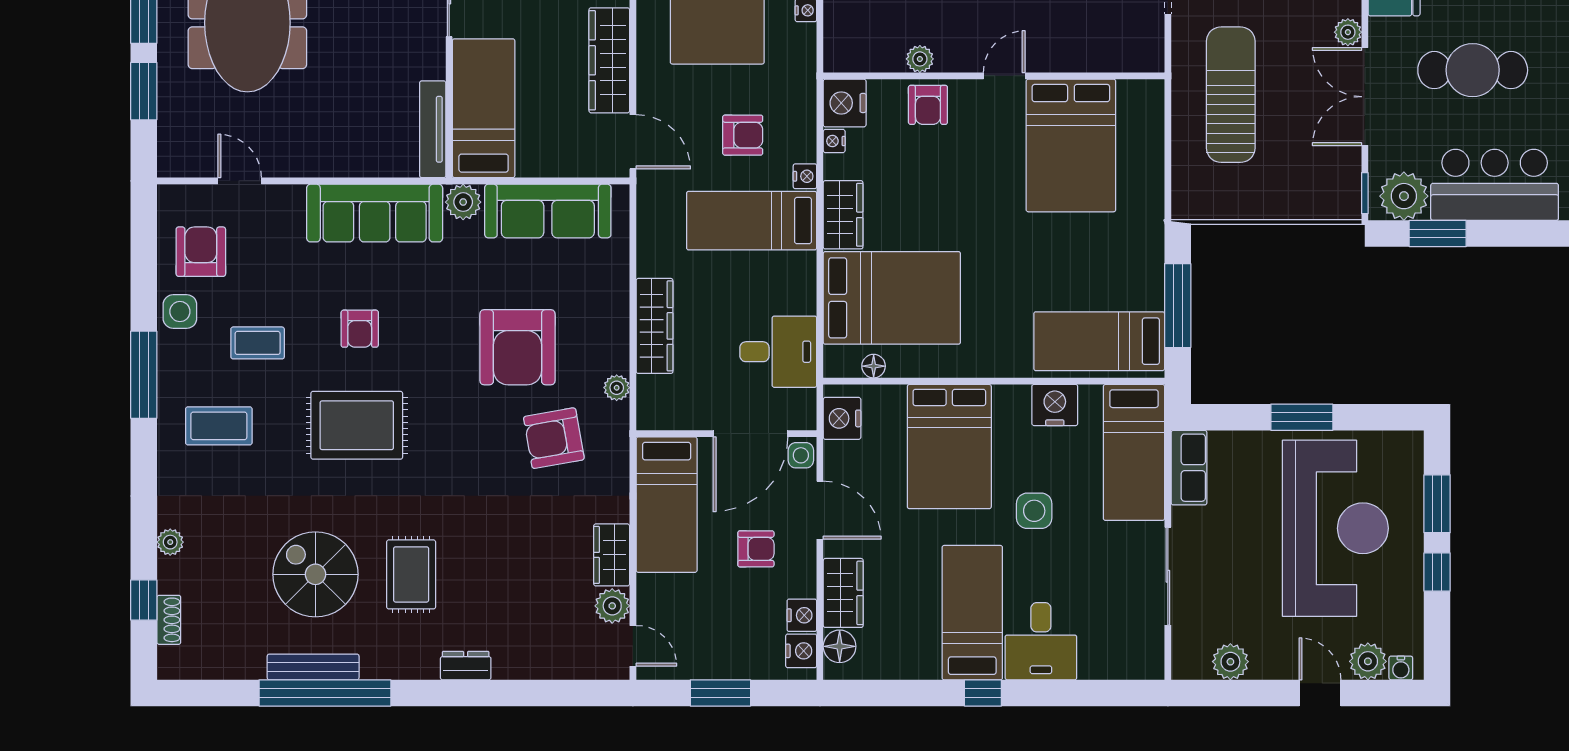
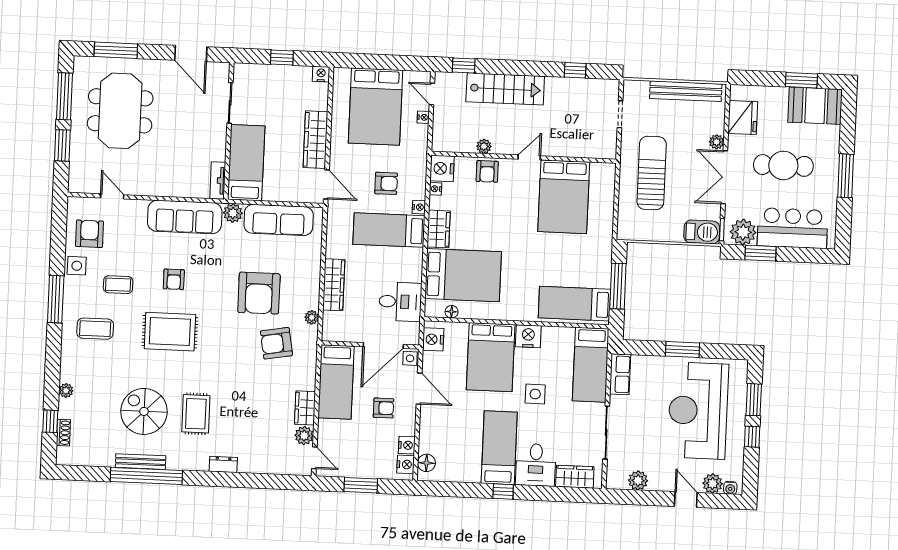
tv unit: (433, 129) -> (218, 181), width x0.71
barbecue: (1328, 199) -> (702, 232), added
nightstand: (1055, 405) -> (528, 336), moved
reception desk: (1335, 528) -> (698, 411), turned 180
wardrobe: (843, 593) -> (575, 477), moved, turned -90

